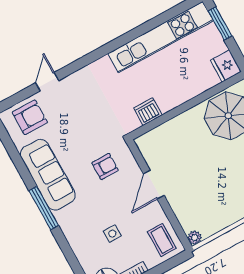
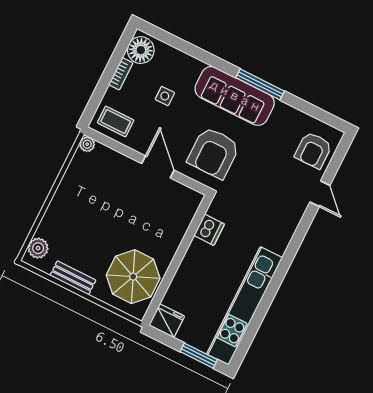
armchair: (105, 167) -> (214, 153), width x1.88, depth x1.88
sofa: (48, 175) -> (235, 96), moved
window: (44, 208) -> (260, 84), moved

